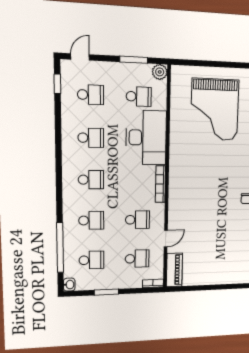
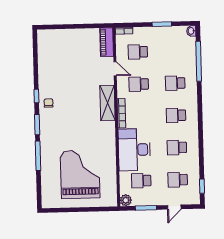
door: (80, 57) -> (174, 207), moved
shelving: (177, 197) -> (108, 103), added
door: (166, 238) -> (115, 69), swing flipped
school desk: (91, 260) -> (174, 51), removed

